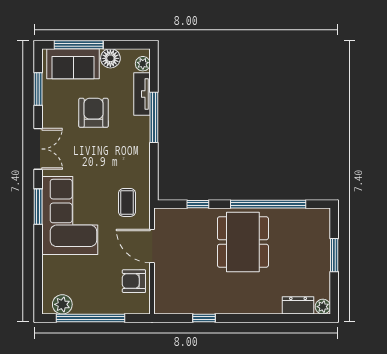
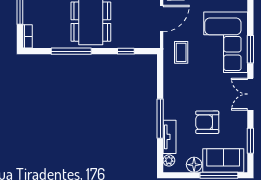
armchair: (93, 113) -> (207, 122), turned 90
window: (268, 204) -> (71, 51), width x0.68
bookcase: (324, 223) -> (27, 36), added
door: (152, 246) -> (162, 19), hinge flipped

